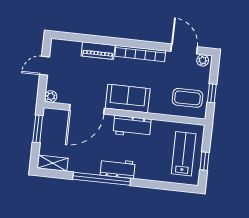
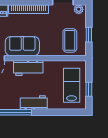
coffee table: (187, 98) -> (70, 40), turned 90
workbench: (118, 168) -> (34, 103), moved

